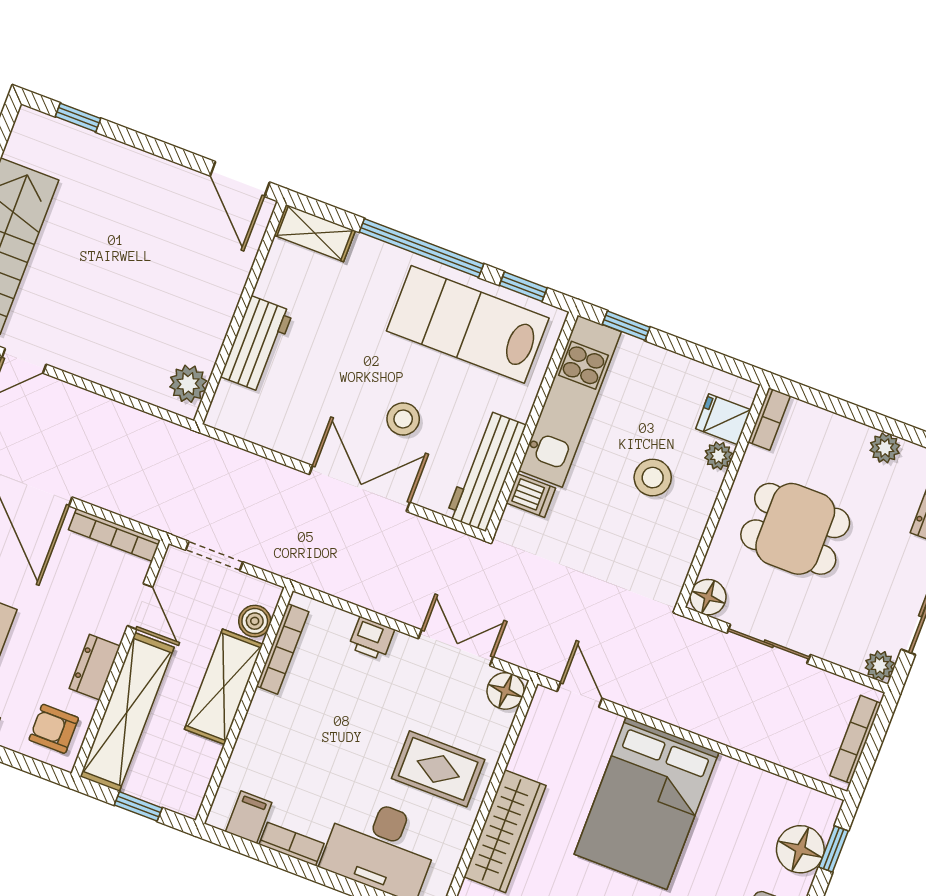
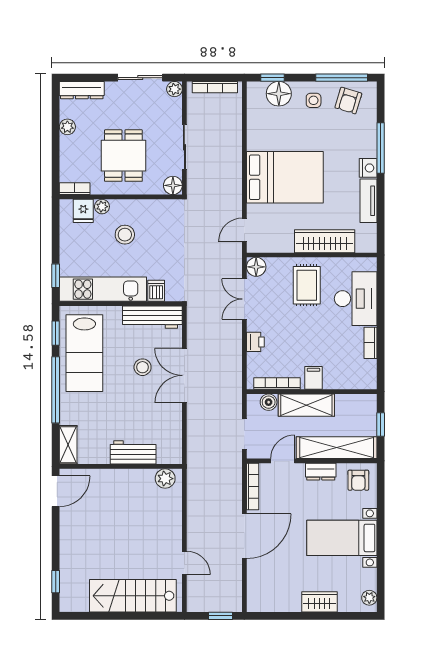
filing cabinet: (249, 817) -> (313, 378), moved, turned 90

